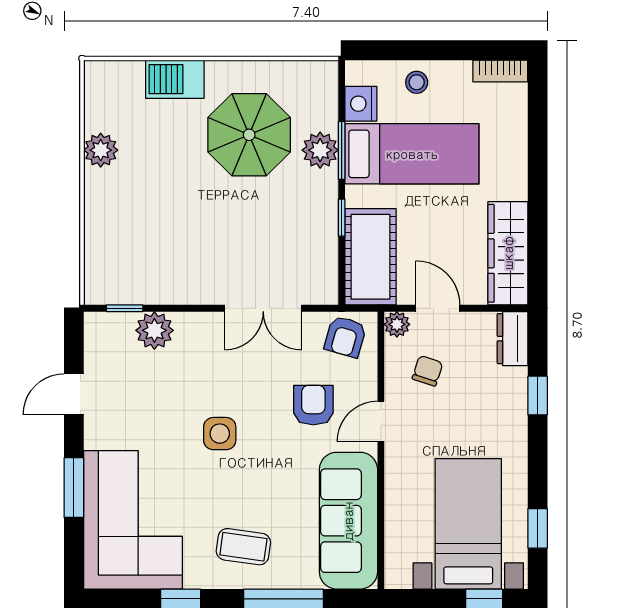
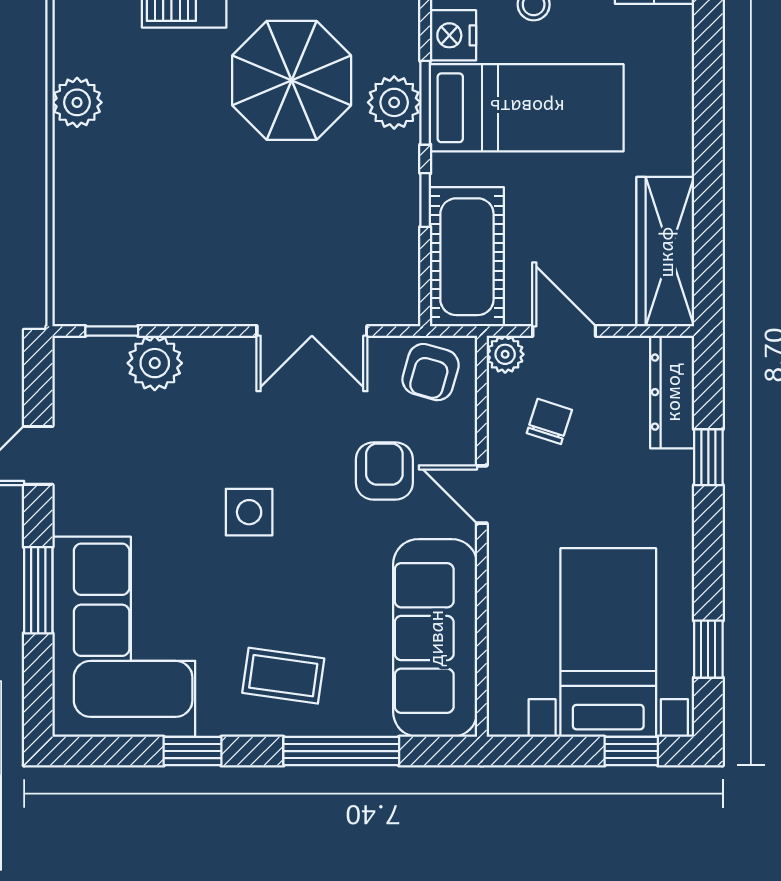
dresser: (512, 339) -> (672, 392), width x1.44
door: (381, 421) -> (482, 494), hinge flipped

